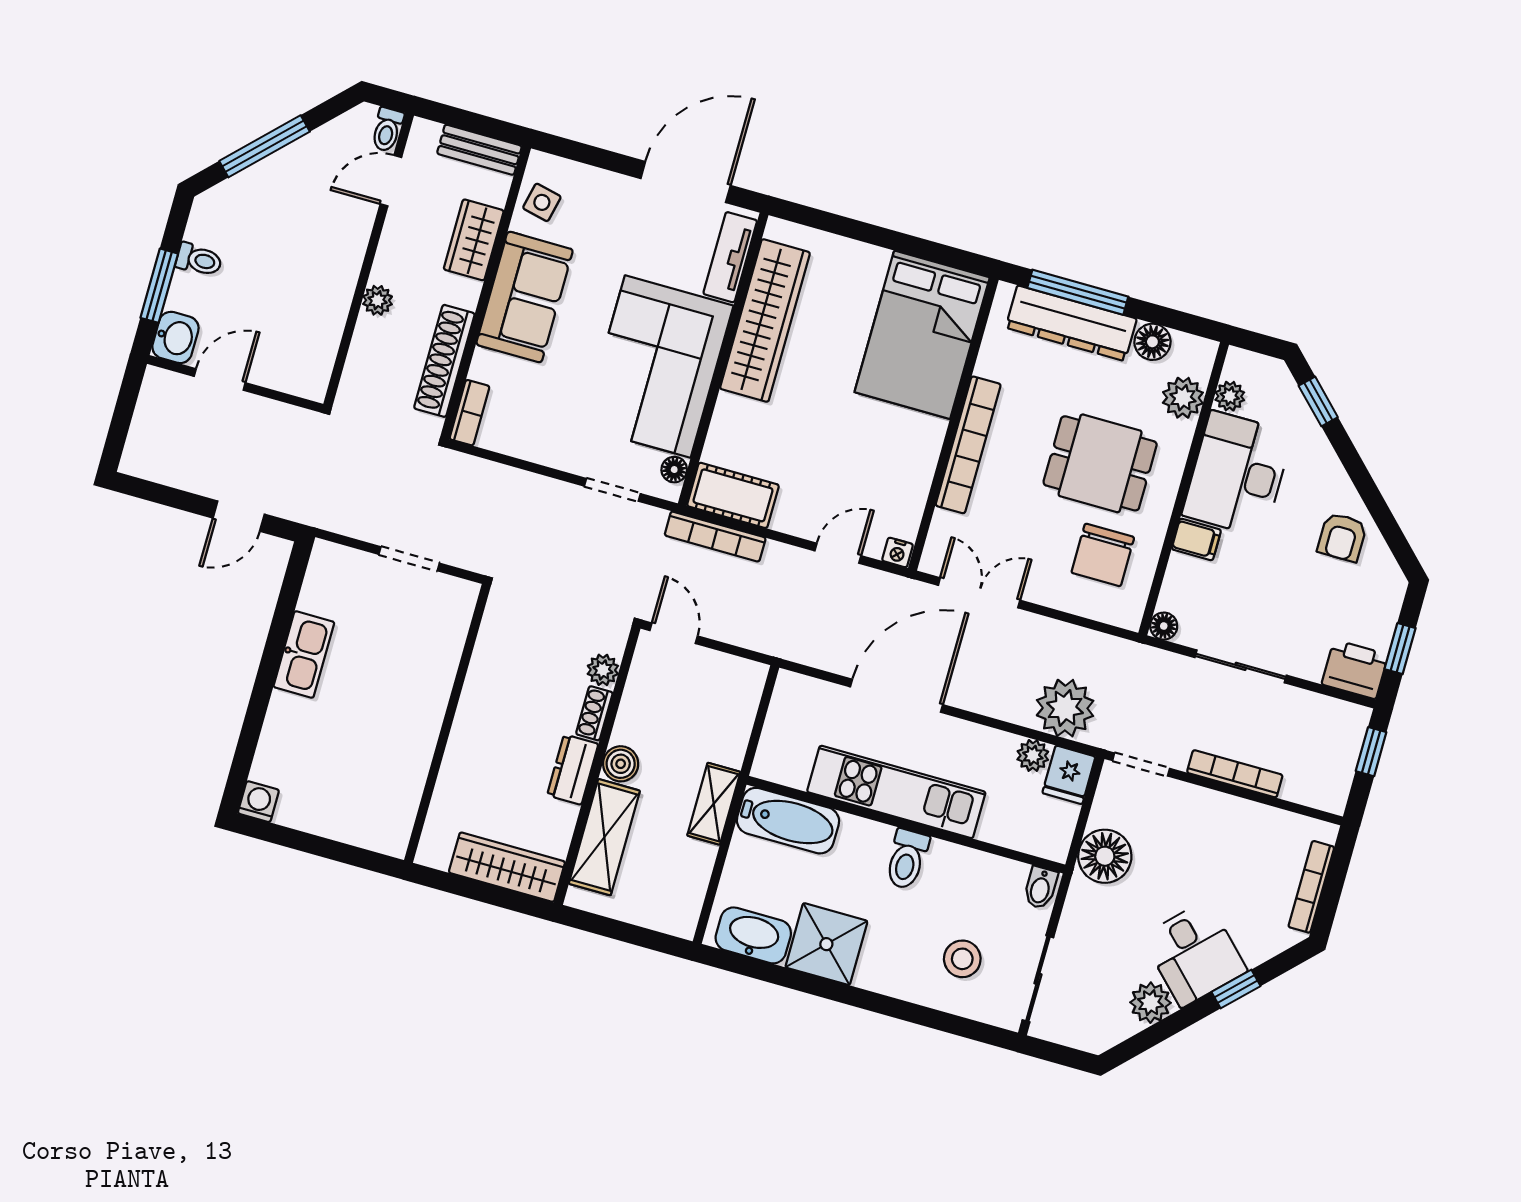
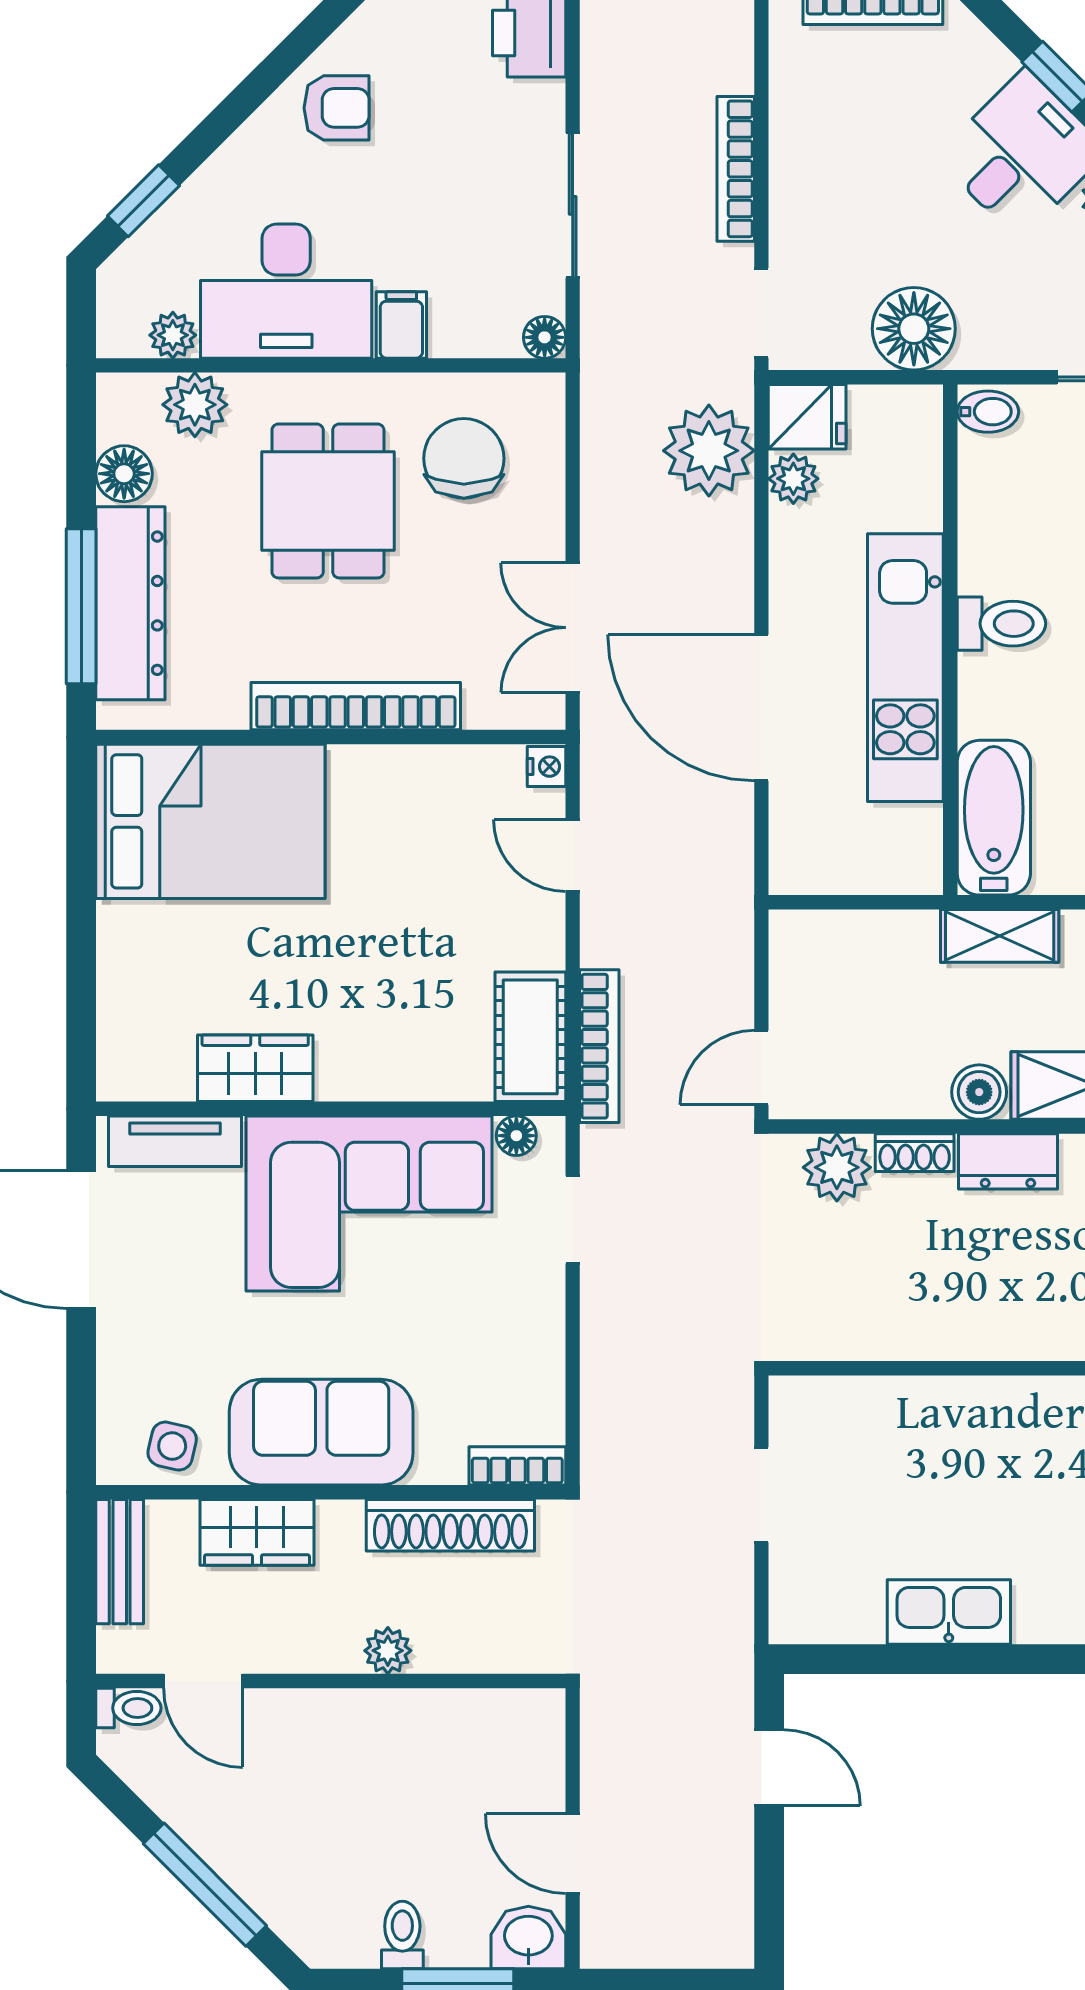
wardrobe: (765, 321) -> (255, 1068), width x0.48, depth x0.85
chair: (1103, 555) -> (464, 458), turned -90
plant: (603, 670) -> (837, 1167), width x1.38, depth x1.38

